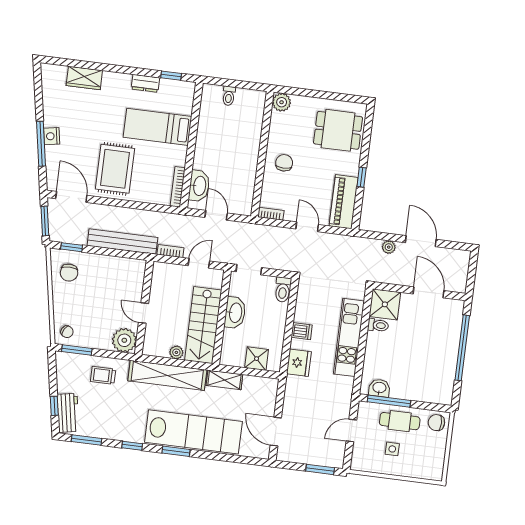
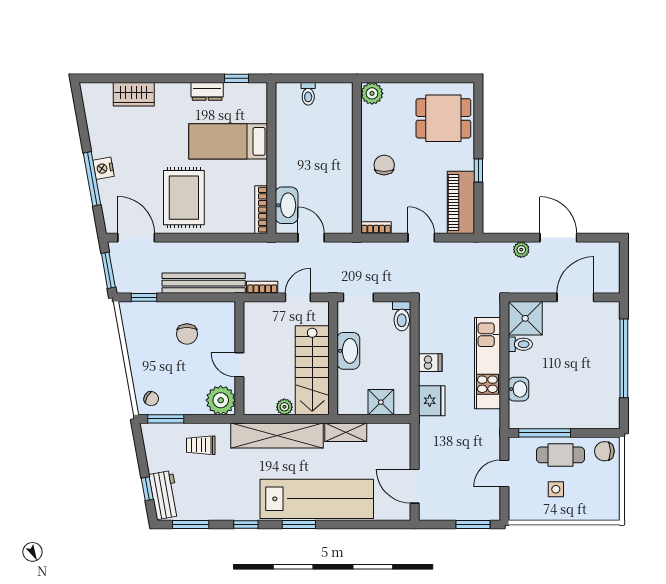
chair: (69, 273) -> (187, 334), moved
door: (428, 292) -> (575, 297), hinge flipped
washbasin: (379, 388) -> (519, 389), moved, turned 90

